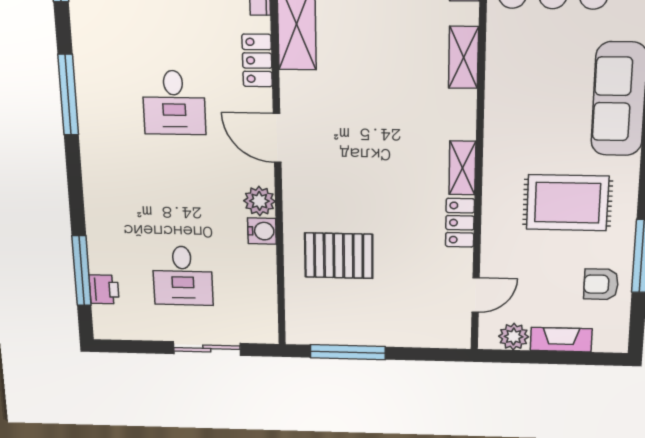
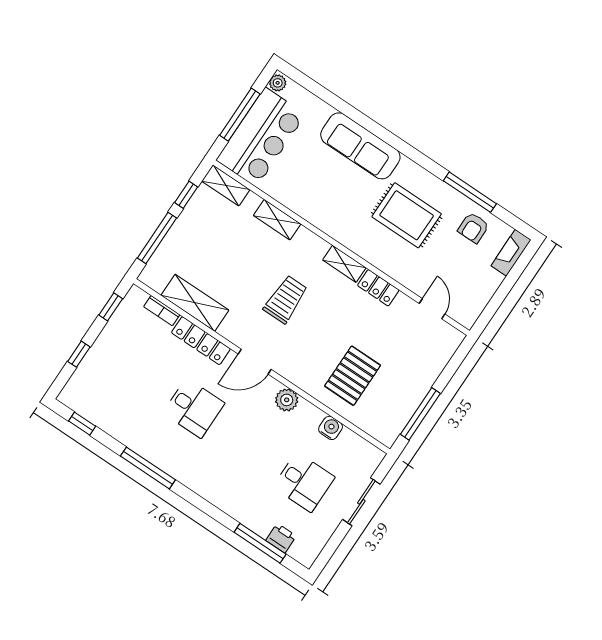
locker: (257, 60) -> (201, 341), width x1.53
trolley: (374, 127) -> (286, 299), added
rug: (568, 203) -> (407, 215), turned 90
water cooler: (262, 231) -> (331, 428), moved
plant: (514, 337) -> (475, 303), removed
fireplace: (561, 340) -> (511, 253), moved

